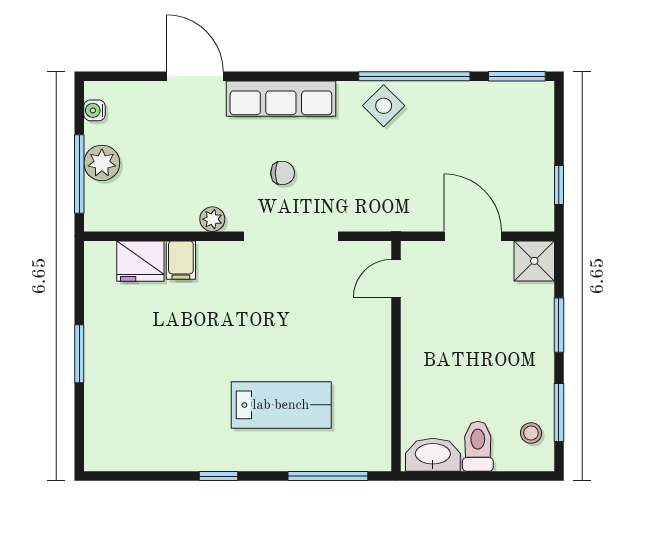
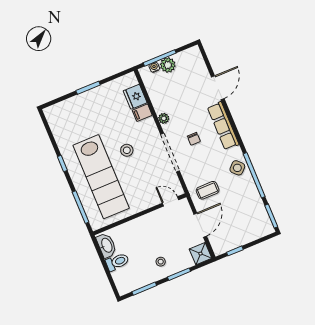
water cooler: (94, 110) -> (154, 67), moved
coffee table: (405, 189) -> (208, 190), added
stool: (248, 326) -> (127, 150), added
lab bench: (281, 405) -> (101, 177), width x1.86, depth x1.39
stool: (531, 433) -> (161, 262), moved

